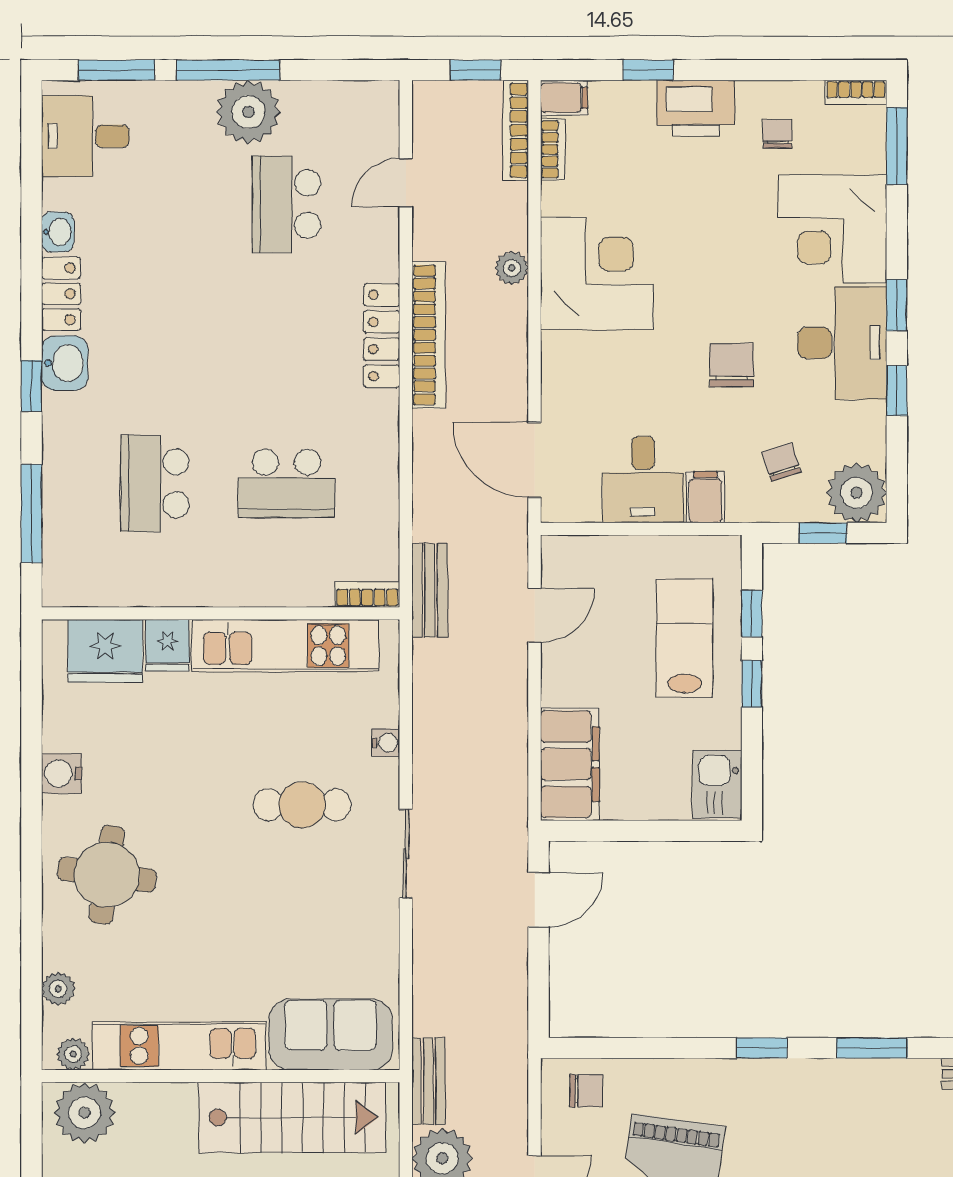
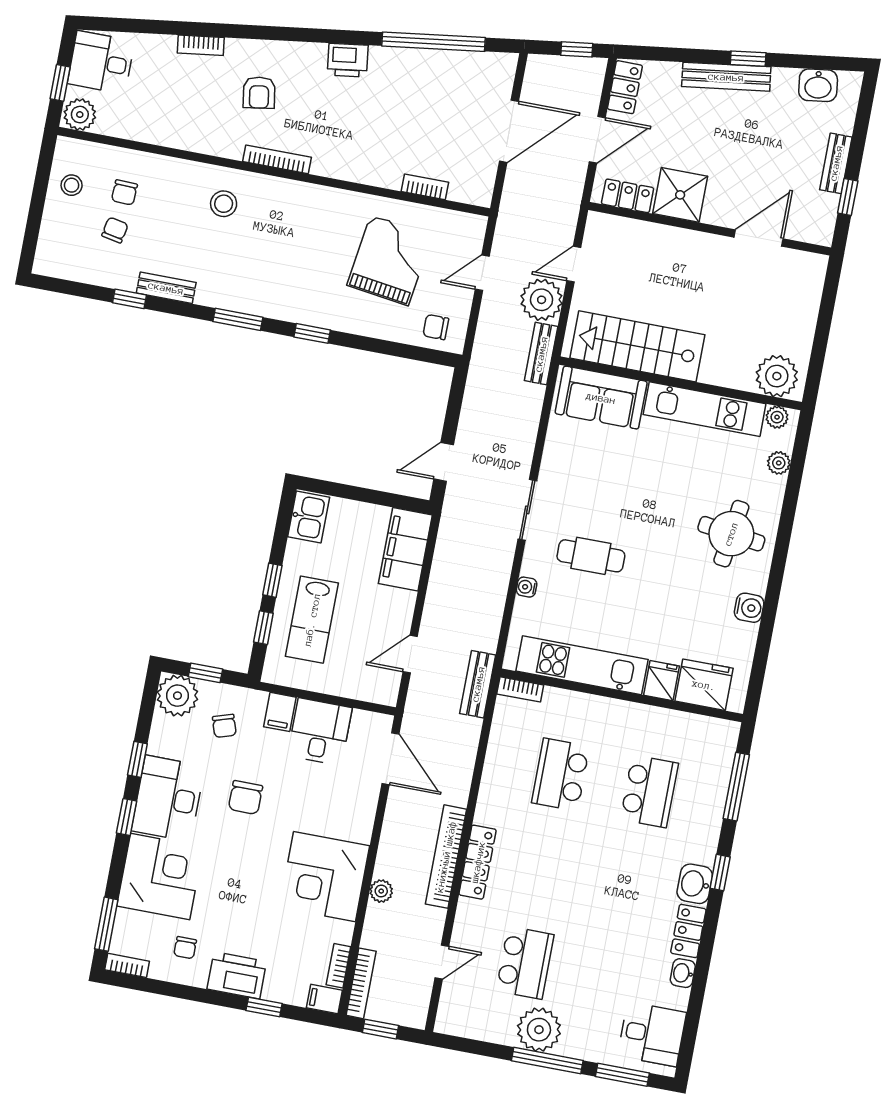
school desk: (286, 483) -> (561, 775), turned -90

